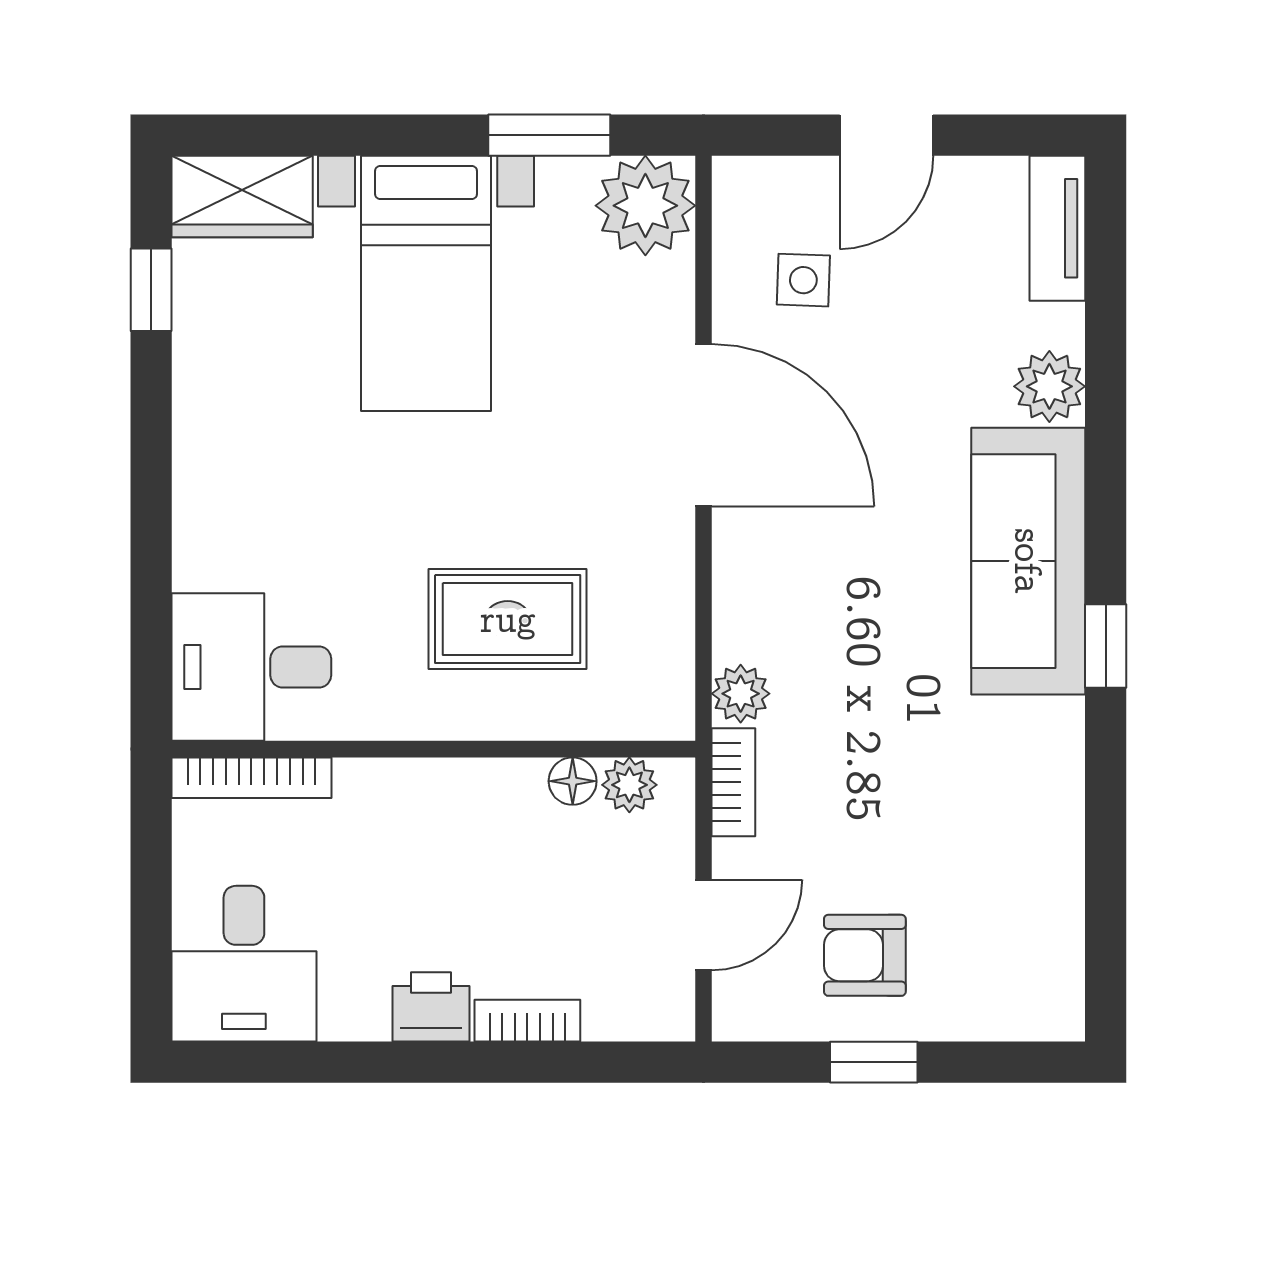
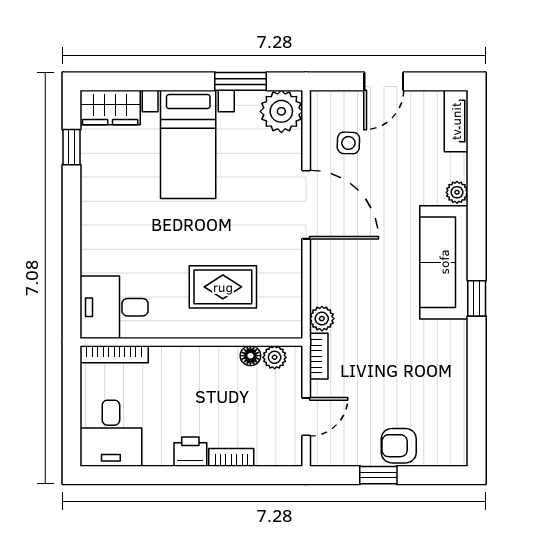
plant: (1049, 386) -> (457, 192), width x0.73, depth x0.73
armchair: (865, 955) -> (399, 446), moved

